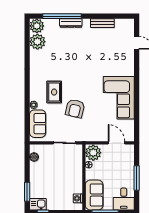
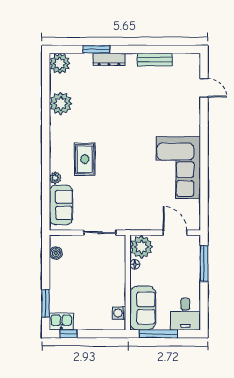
window: (62, 16) -> (96, 49), width x0.47
plant: (37, 42) -> (61, 103), moved
armchair: (75, 108) -> (115, 183), removed
window: (137, 178) -> (204, 263), moved

